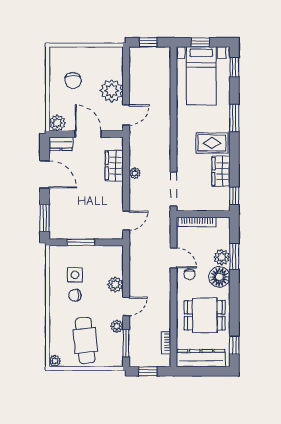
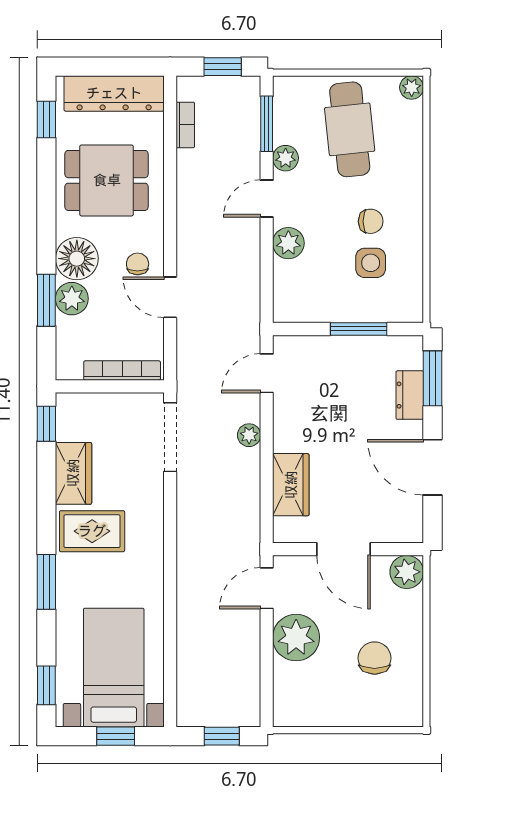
dresser: (61, 144) -> (410, 395), moved, turned -90
plant: (135, 173) -> (249, 435), moved

